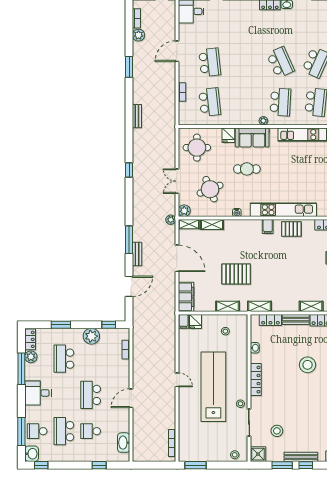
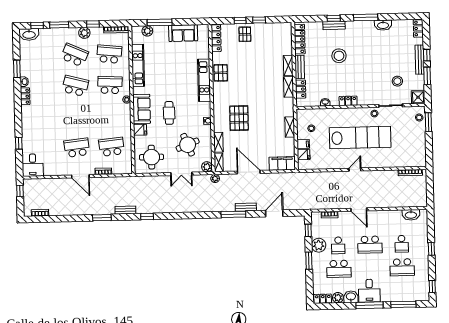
plant: (139, 35) -> (55, 210), removed
door: (177, 51) -> (80, 176), moved
school desk: (280, 62) -> (75, 86), turned 39
window: (129, 67) -> (102, 218), moved
window: (129, 170) -> (147, 217), moved
kitchen unit: (283, 210) -> (204, 80), width x0.73
filing cabinet: (268, 226) -> (219, 94), removed
door: (177, 258) -> (249, 172), hinge flipped
pallet: (236, 274) -> (239, 118), moved
door: (129, 286) -> (274, 213), hinge flipped
shelving: (259, 306) -> (289, 87), moved
shelving: (311, 306) -> (288, 65), moved
filing cabinet: (183, 321) -> (303, 144), moved
window: (61, 325) -> (309, 261), moved
window: (21, 369) -> (370, 305), moved
locker: (256, 380) -> (348, 101), width x0.66
lab bench: (213, 387) -> (360, 138), turned 180
door: (131, 398) -> (359, 210), moved
school desk: (37, 431) -> (338, 245), moved
washbasin: (32, 454) -> (351, 297), moved
window: (99, 465) -> (431, 249), moved
window: (196, 465) -> (428, 122), moved

